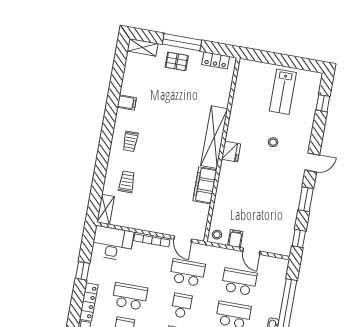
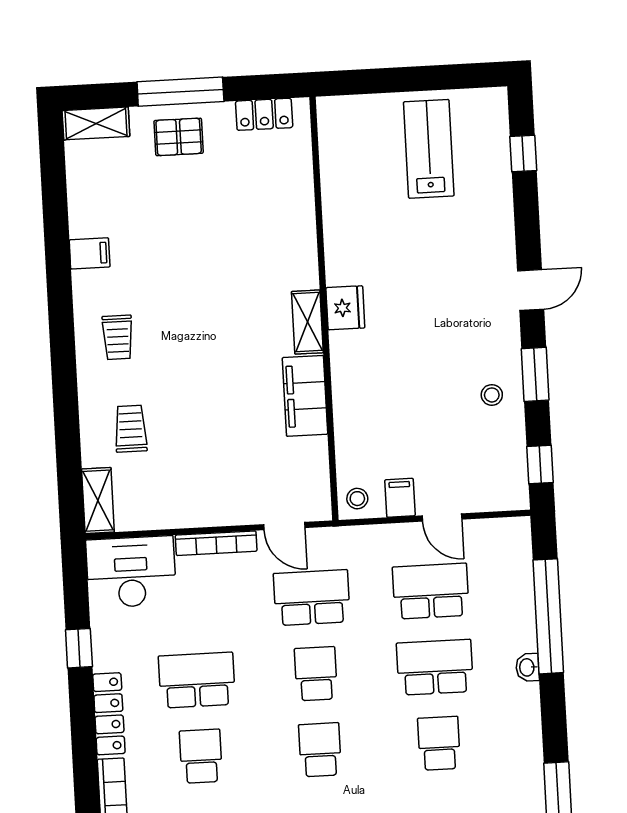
lab bench: (283, 92) -> (429, 149), turned 180
shelving: (214, 137) -> (307, 322), width x0.45, depth x0.75
stool: (273, 142) -> (492, 395), moved

